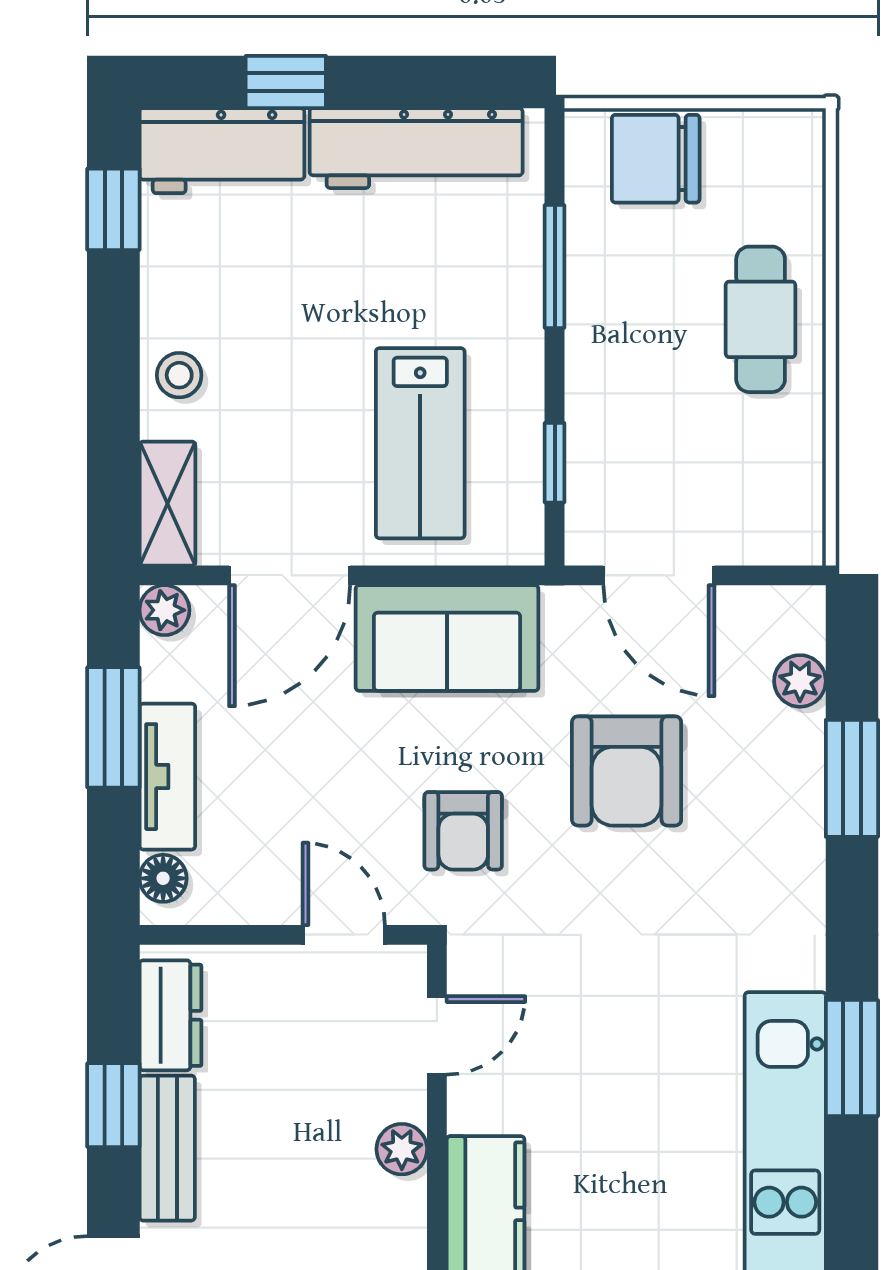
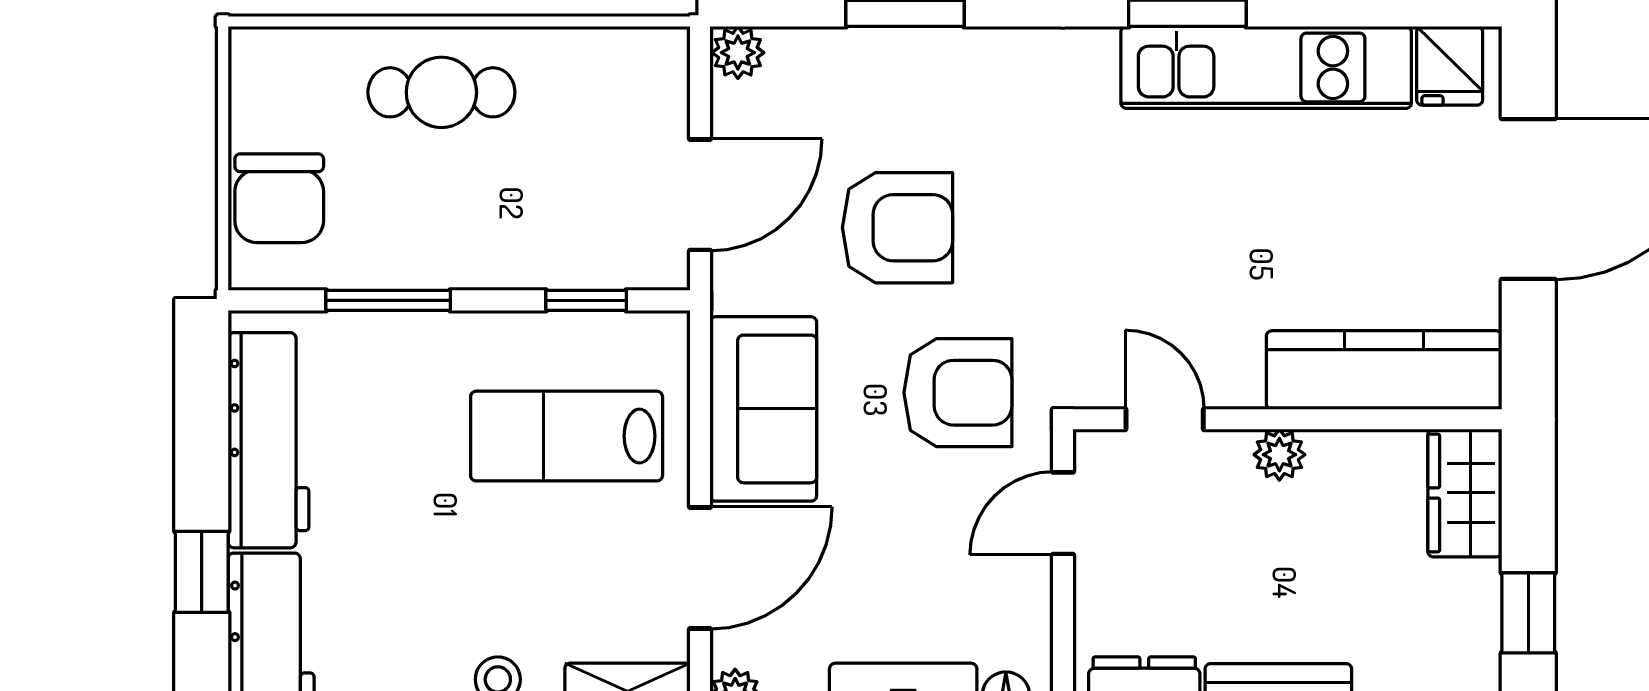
lab bench: (420, 443) -> (567, 436), turned 180
door: (290, 575) -> (700, 568), hinge flipped
plant: (800, 681) -> (738, 53), moved
armchair: (463, 831) -> (958, 393), width x1.38, depth x1.38

